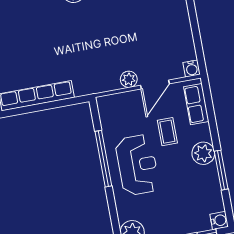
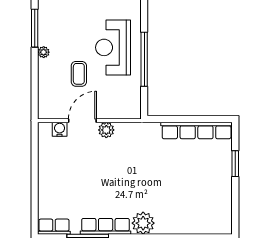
water cooler: (192, 69) -> (60, 129), moved
row of seats: (196, 104) -> (47, 95), removed
plant: (203, 153) -> (44, 52), width x0.53, depth x0.53

